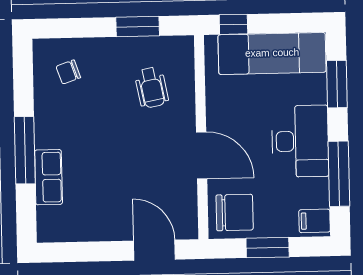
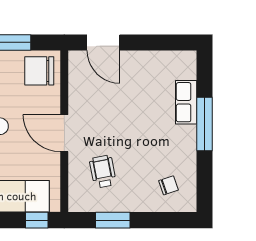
door: (202, 155) -> (64, 133), moved

